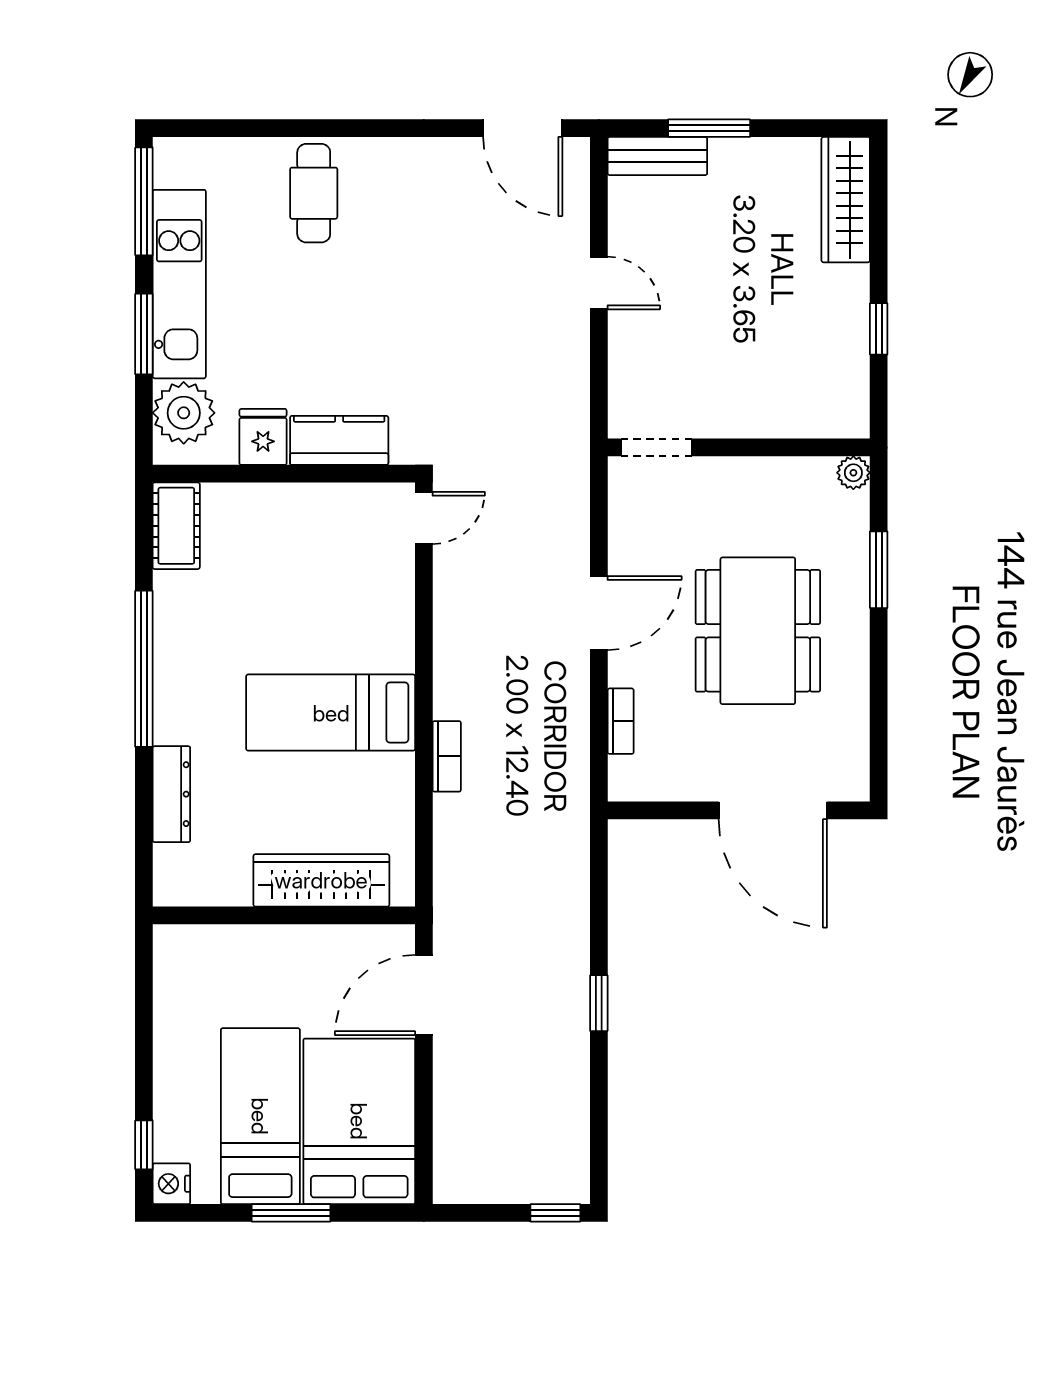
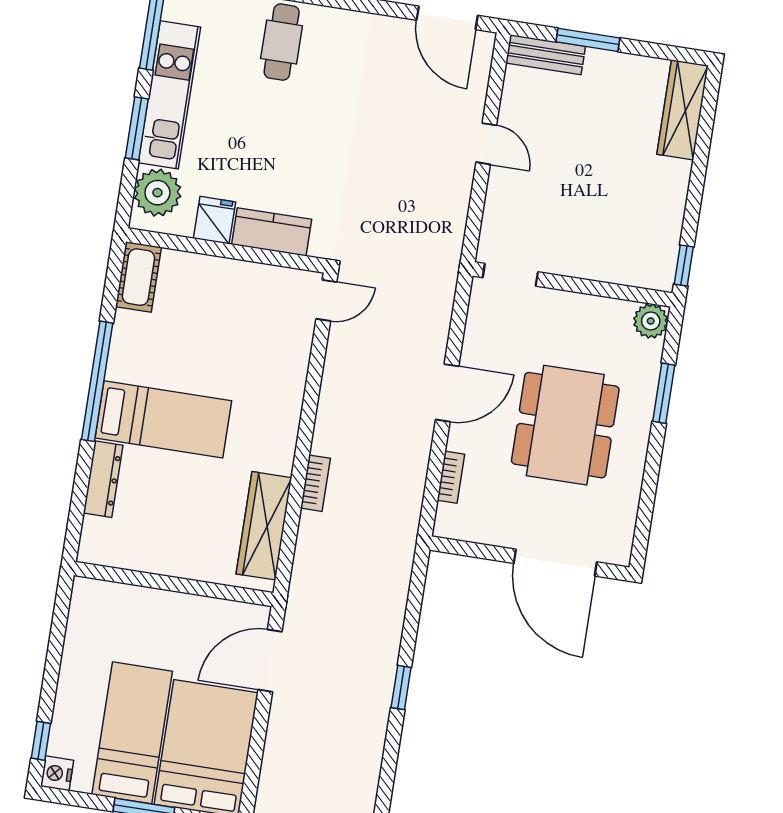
window: (879, 329) -> (684, 266), moved
plant: (853, 473) -> (651, 321), width x1.38, depth x1.38
bed: (331, 713) -> (163, 419), moved, turned 180
wardrobe: (321, 880) -> (264, 526), moved, turned -90

